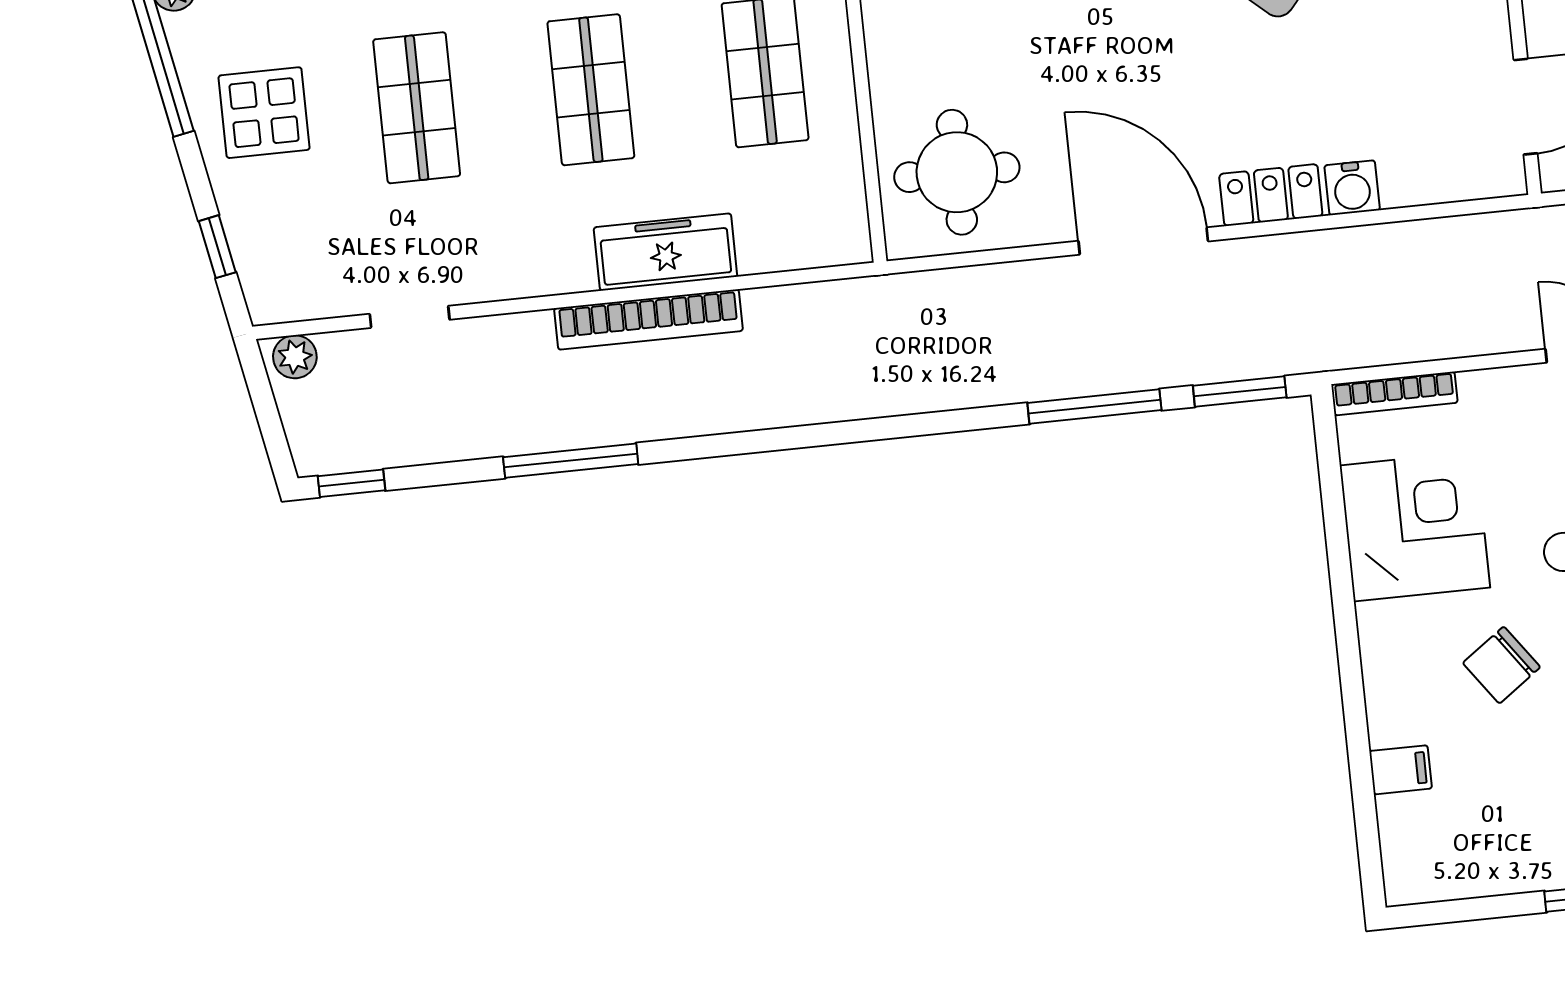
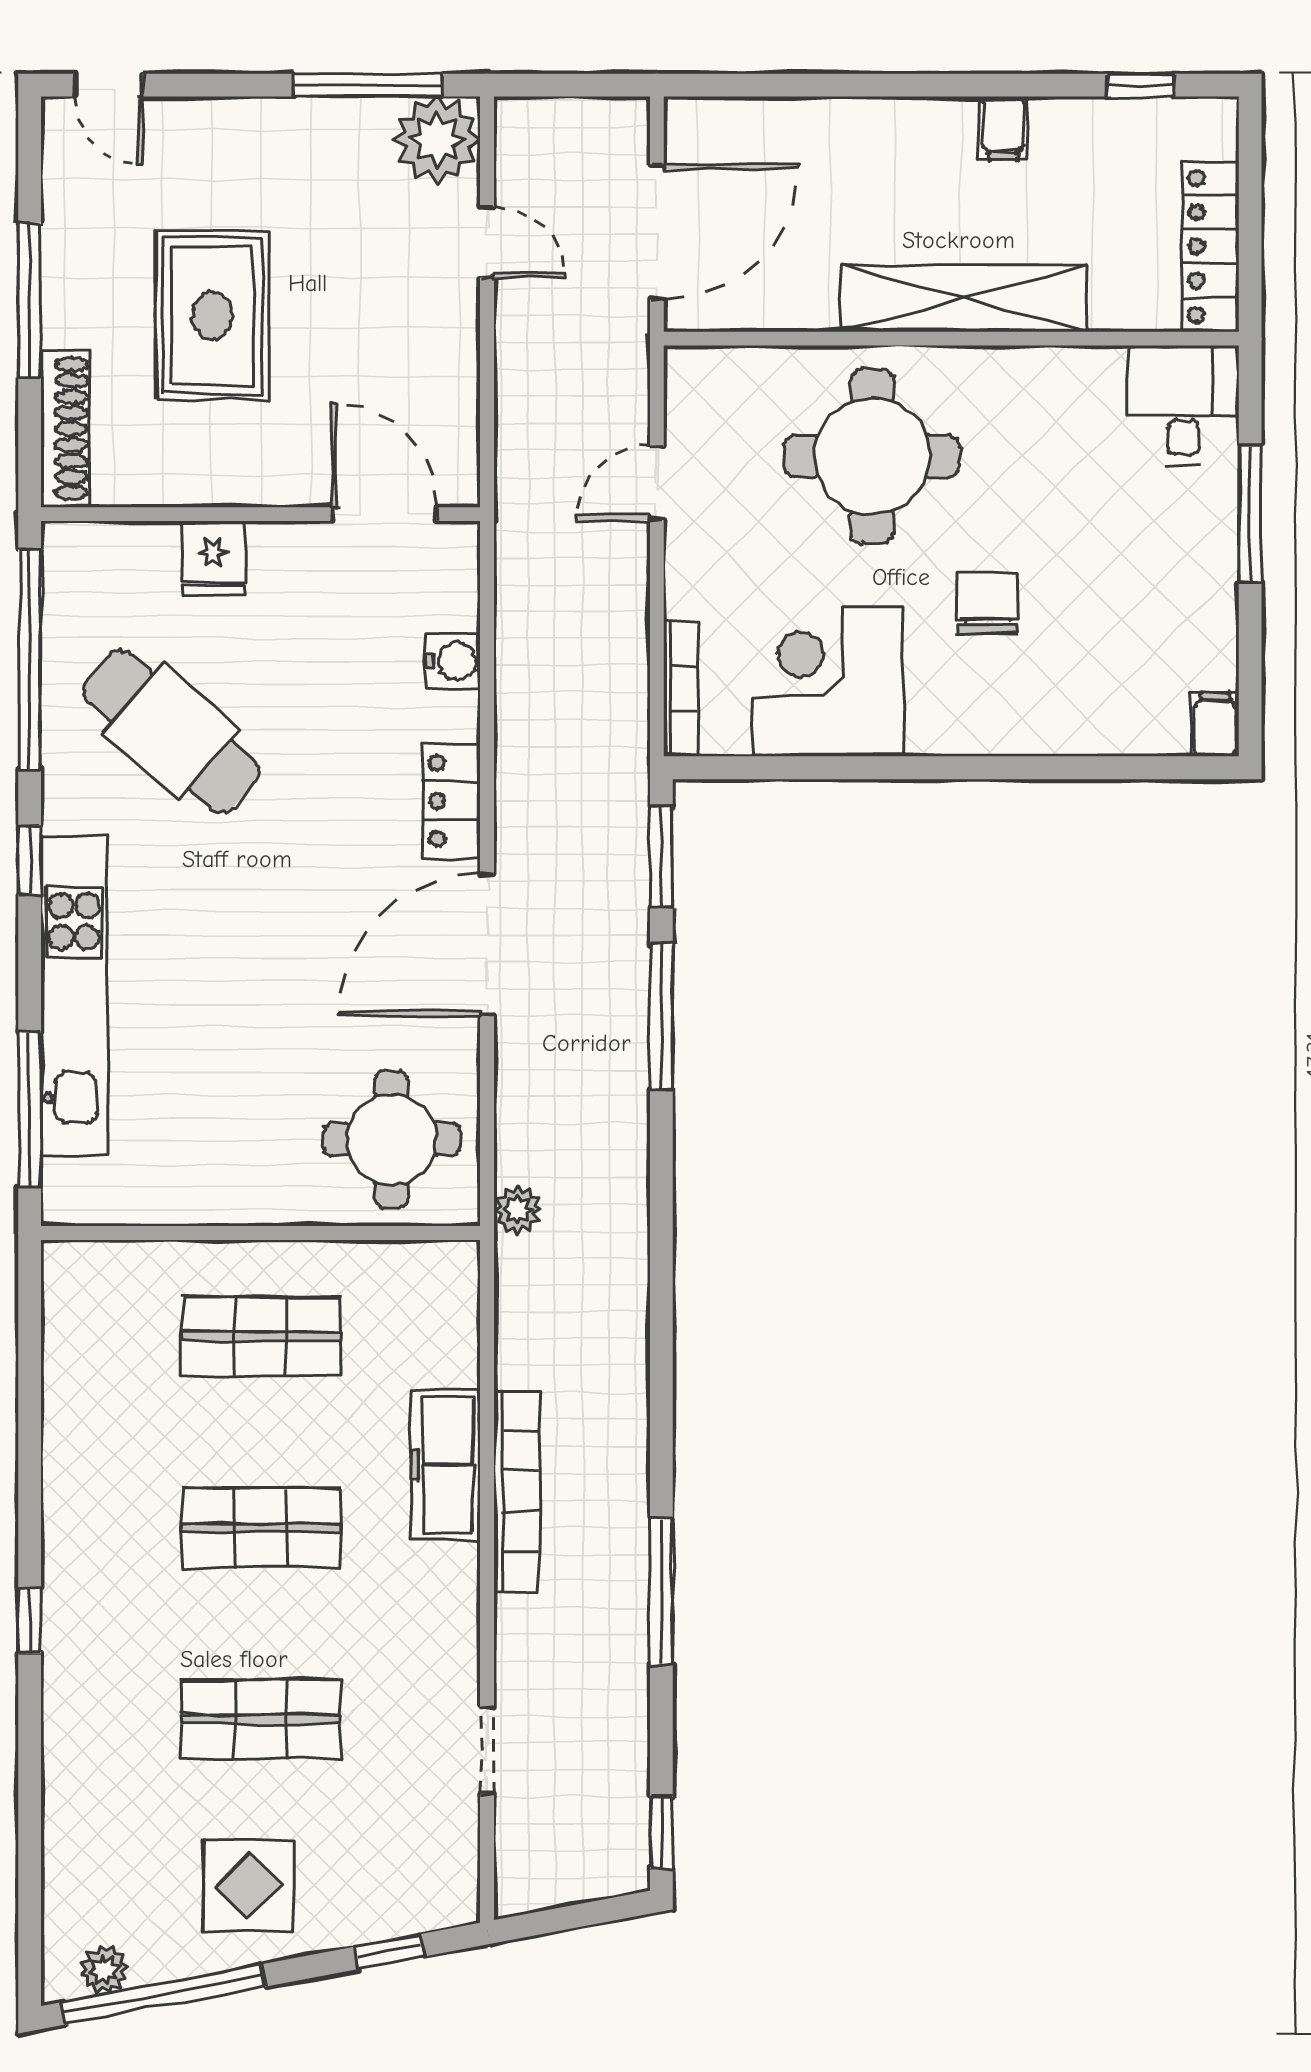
water cooler: (1352, 188) -> (453, 661), moved
plant: (295, 357) -> (518, 1210), moved
chair: (1502, 665) -> (988, 603), turned -144
filing cabinet: (1401, 770) -> (1215, 724), moved

